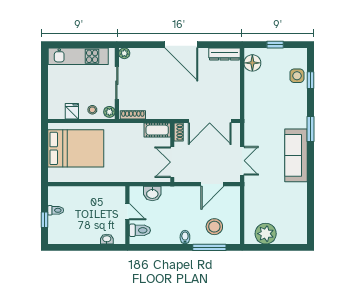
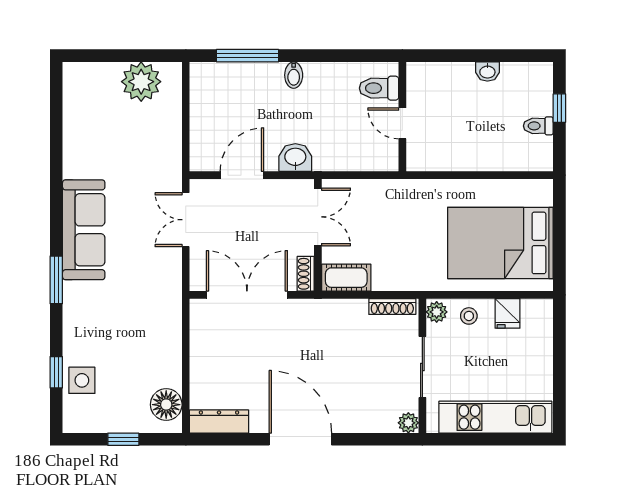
washbasin: (152, 194) -> (295, 158), moved
stool: (214, 227) -> (238, 95), removed
washbasin: (107, 239) -> (487, 71), moved

